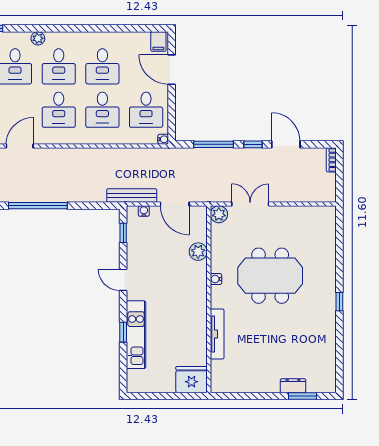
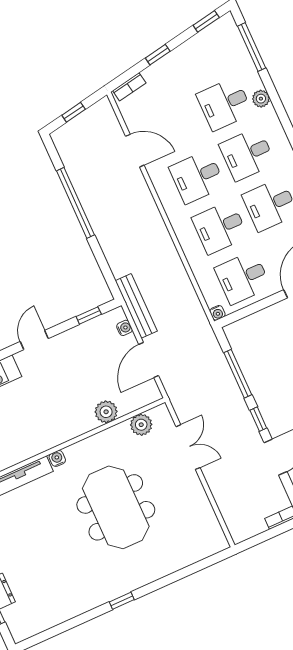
plant: (38, 38) -> (261, 99), moved
plant: (219, 214) -> (141, 425), moved
water cooler: (216, 279) -> (57, 458), moved

